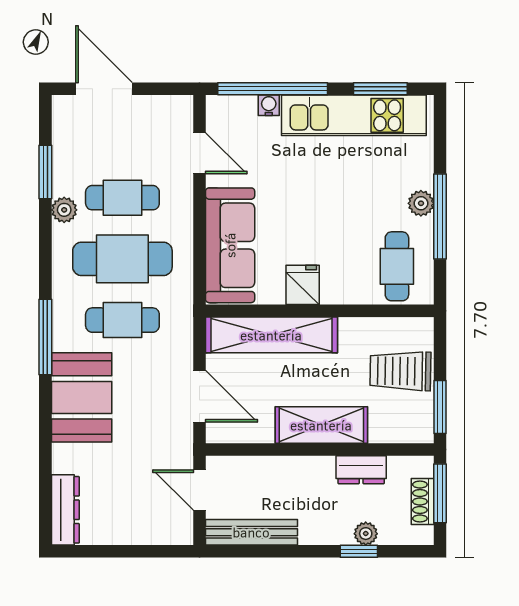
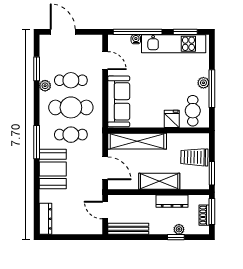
fridge: (303, 285) -> (172, 119), moved
dresser: (361, 470) -> (172, 201), width x1.44

